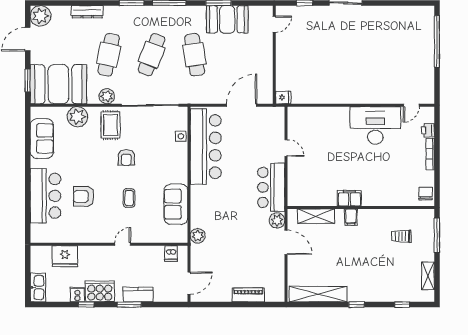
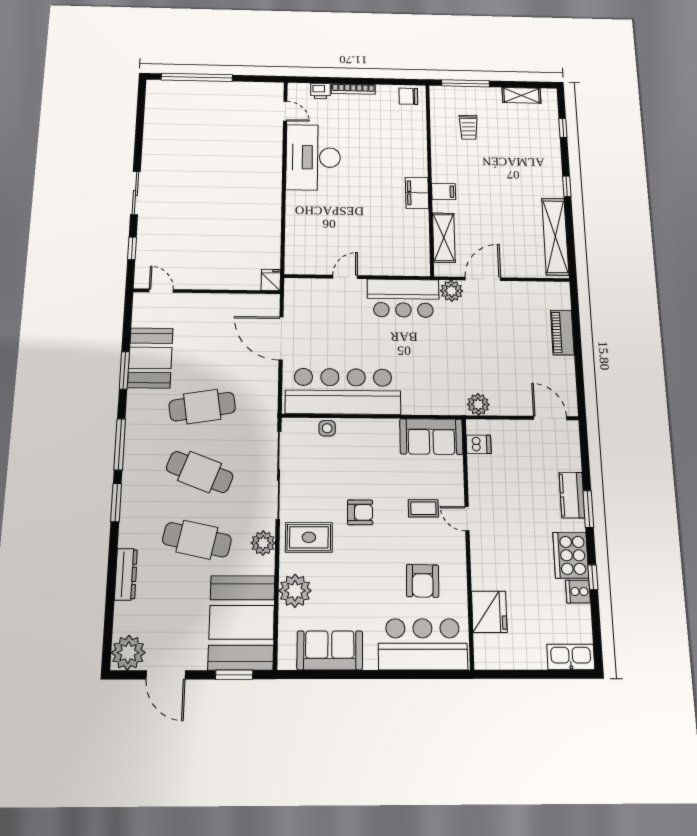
wall: (109, 244) -> (468, 540), moved
door: (123, 244) -> (467, 519), moved
dishwasher: (171, 253) -> (479, 444), moved
fridge: (65, 256) -> (489, 612), moved

